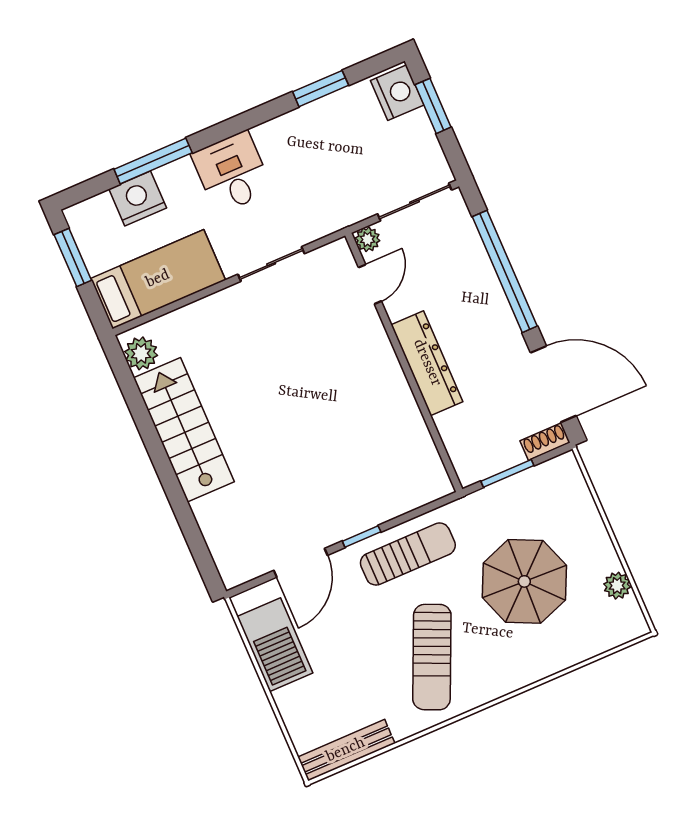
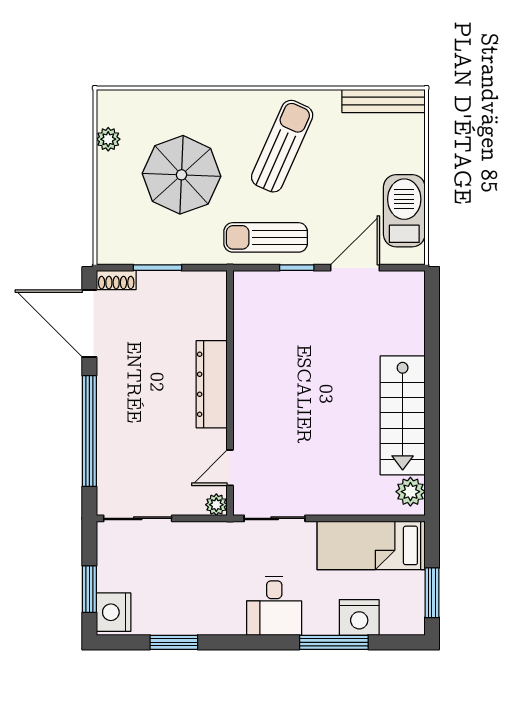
plant: (368, 239) -> (216, 505), moved
door: (370, 284) -> (230, 468), moved
wall: (404, 362) -> (230, 393), moved
dresser: (427, 363) -> (212, 384), moved

